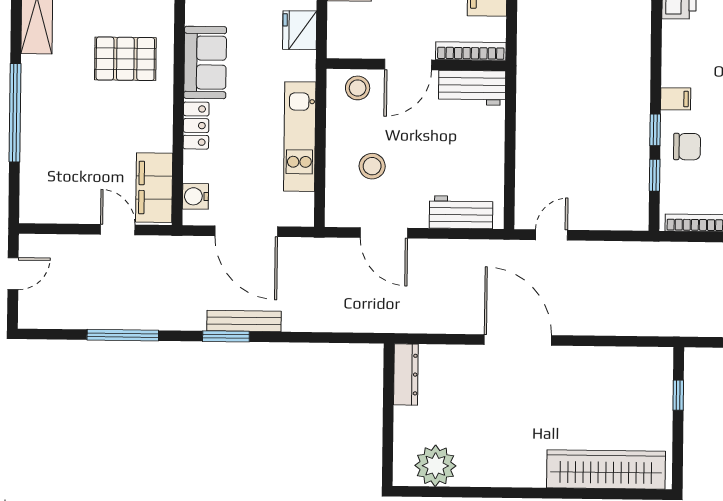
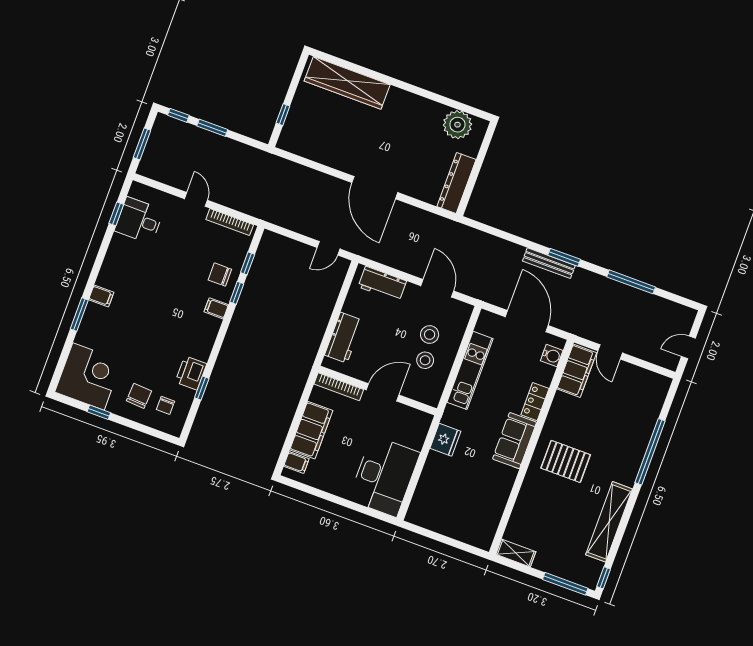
stool: (358, 88) -> (425, 360), moved
workbench: (472, 88) -> (344, 338), moved, turned 90
dresser: (406, 374) -> (456, 183), width x1.37, depth x1.24

